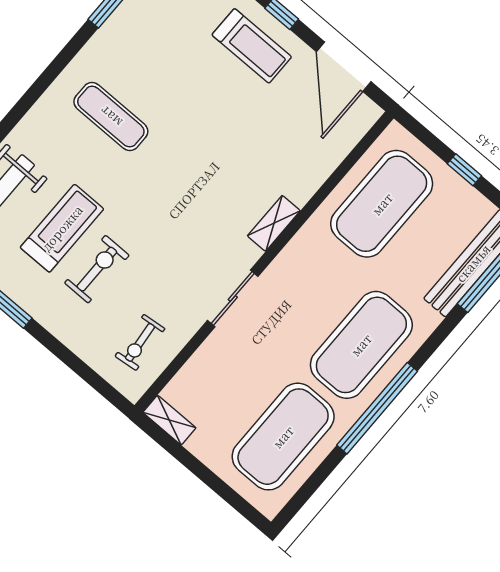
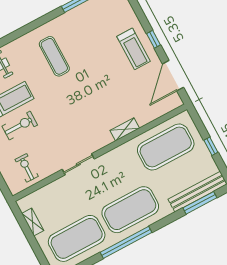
shelving: (274, 223) -> (125, 129), moved
exercise bike: (140, 342) -> (27, 168), turned 97
shelving: (169, 420) -> (33, 222), moved

